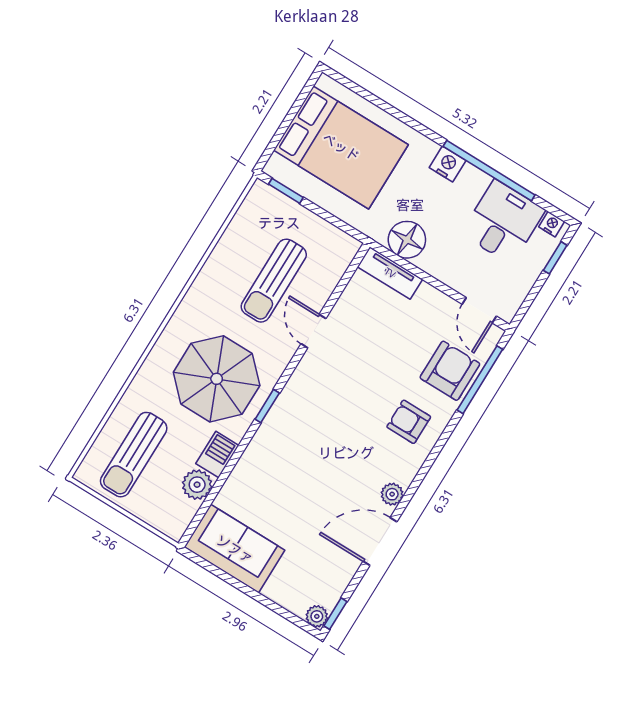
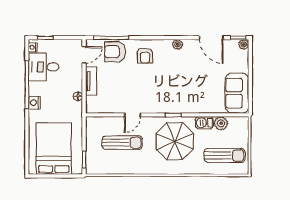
floor lamp: (407, 240) -> (78, 96), width x0.53, depth x0.53
tv unit: (390, 273) -> (91, 81), moved
door: (380, 541) -> (211, 38), moved

